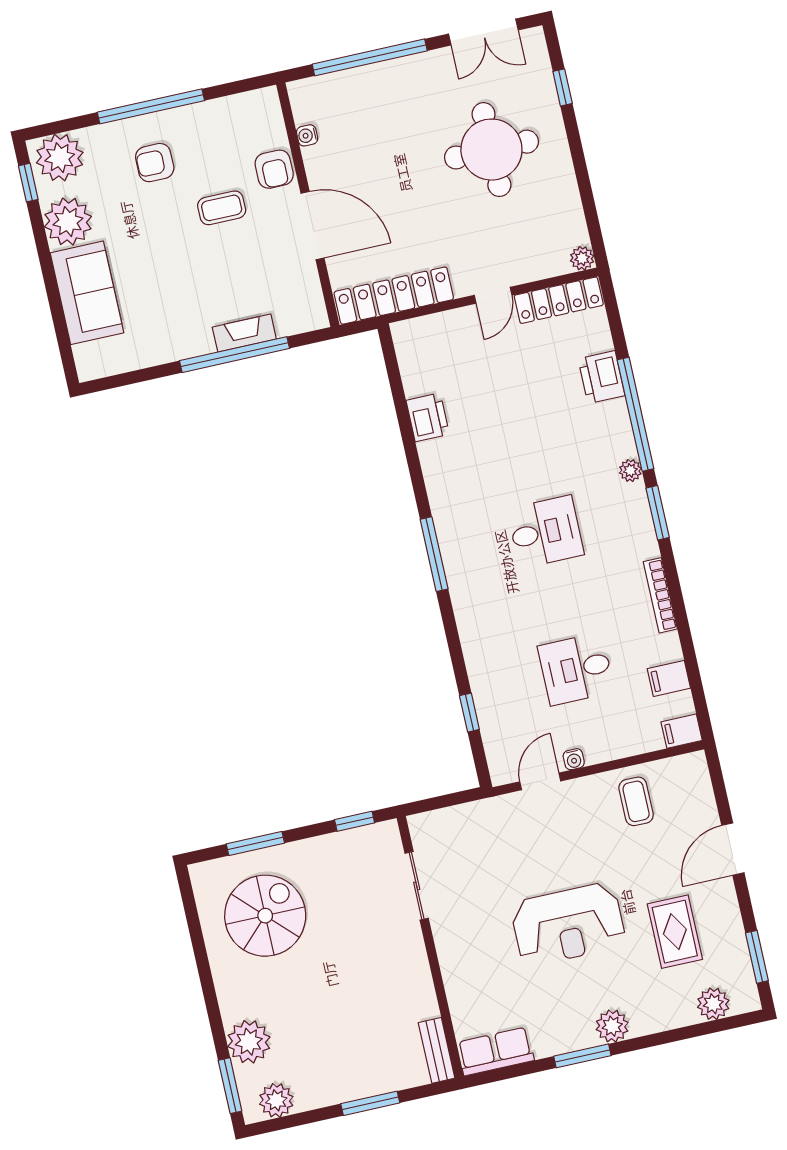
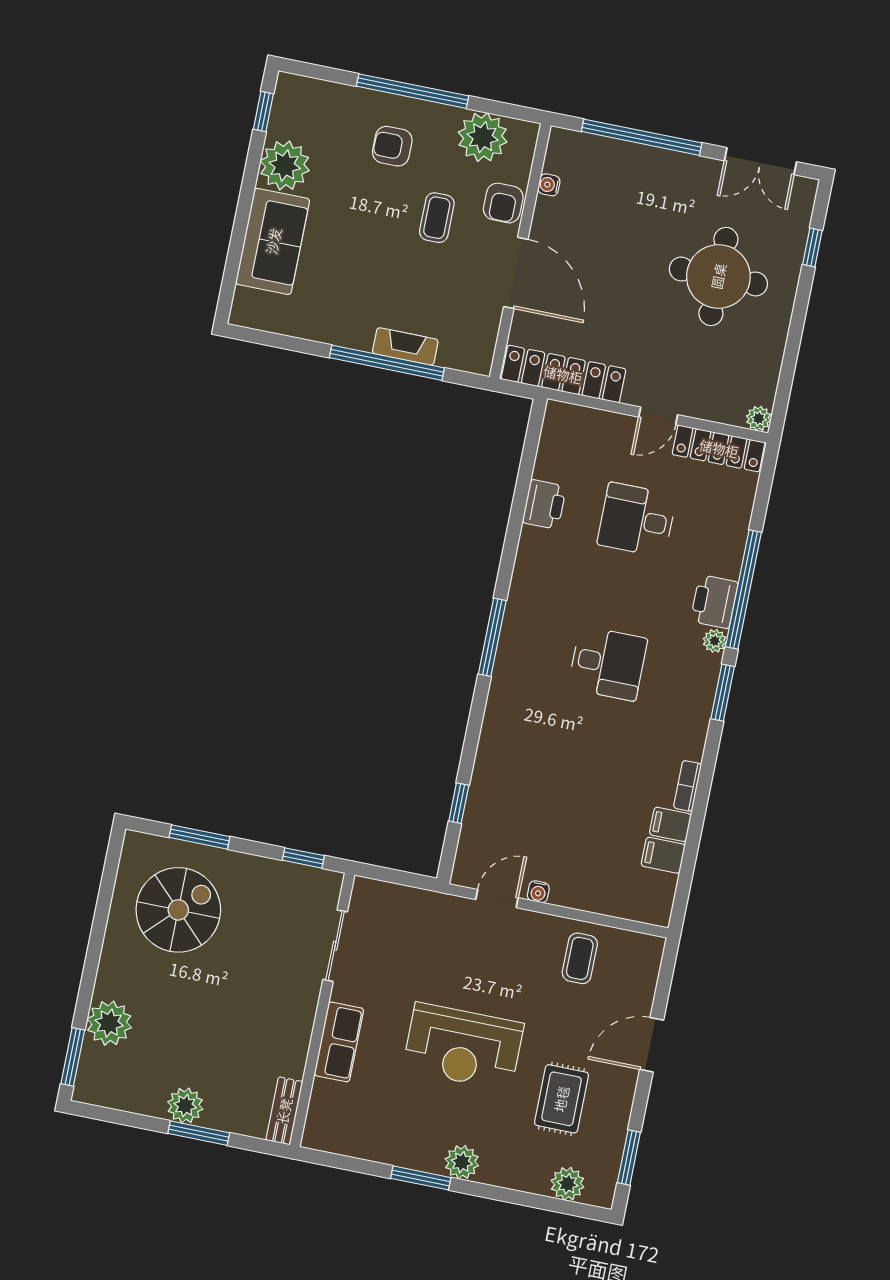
plant: (60, 158) -> (483, 137), moved
coffee table: (222, 208) -> (437, 218), turned 90
printer: (602, 377) -> (714, 602), moved
bookcase: (660, 595) -> (687, 786), width x0.64
desk: (576, 669) -> (637, 520), moved
filing cabinet: (682, 731) -> (670, 824), moved
row of seats: (495, 1051) -> (339, 1042), moved, turned 90
plant: (276, 1100) -> (185, 1106), moved

